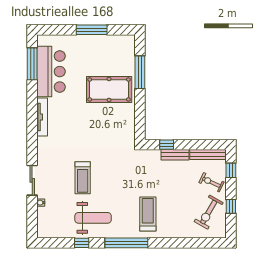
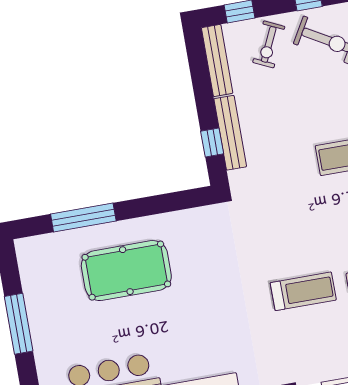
pool table: (109, 89) -> (126, 271), turned 90
bench: (175, 155) -> (230, 133), width x1.36

